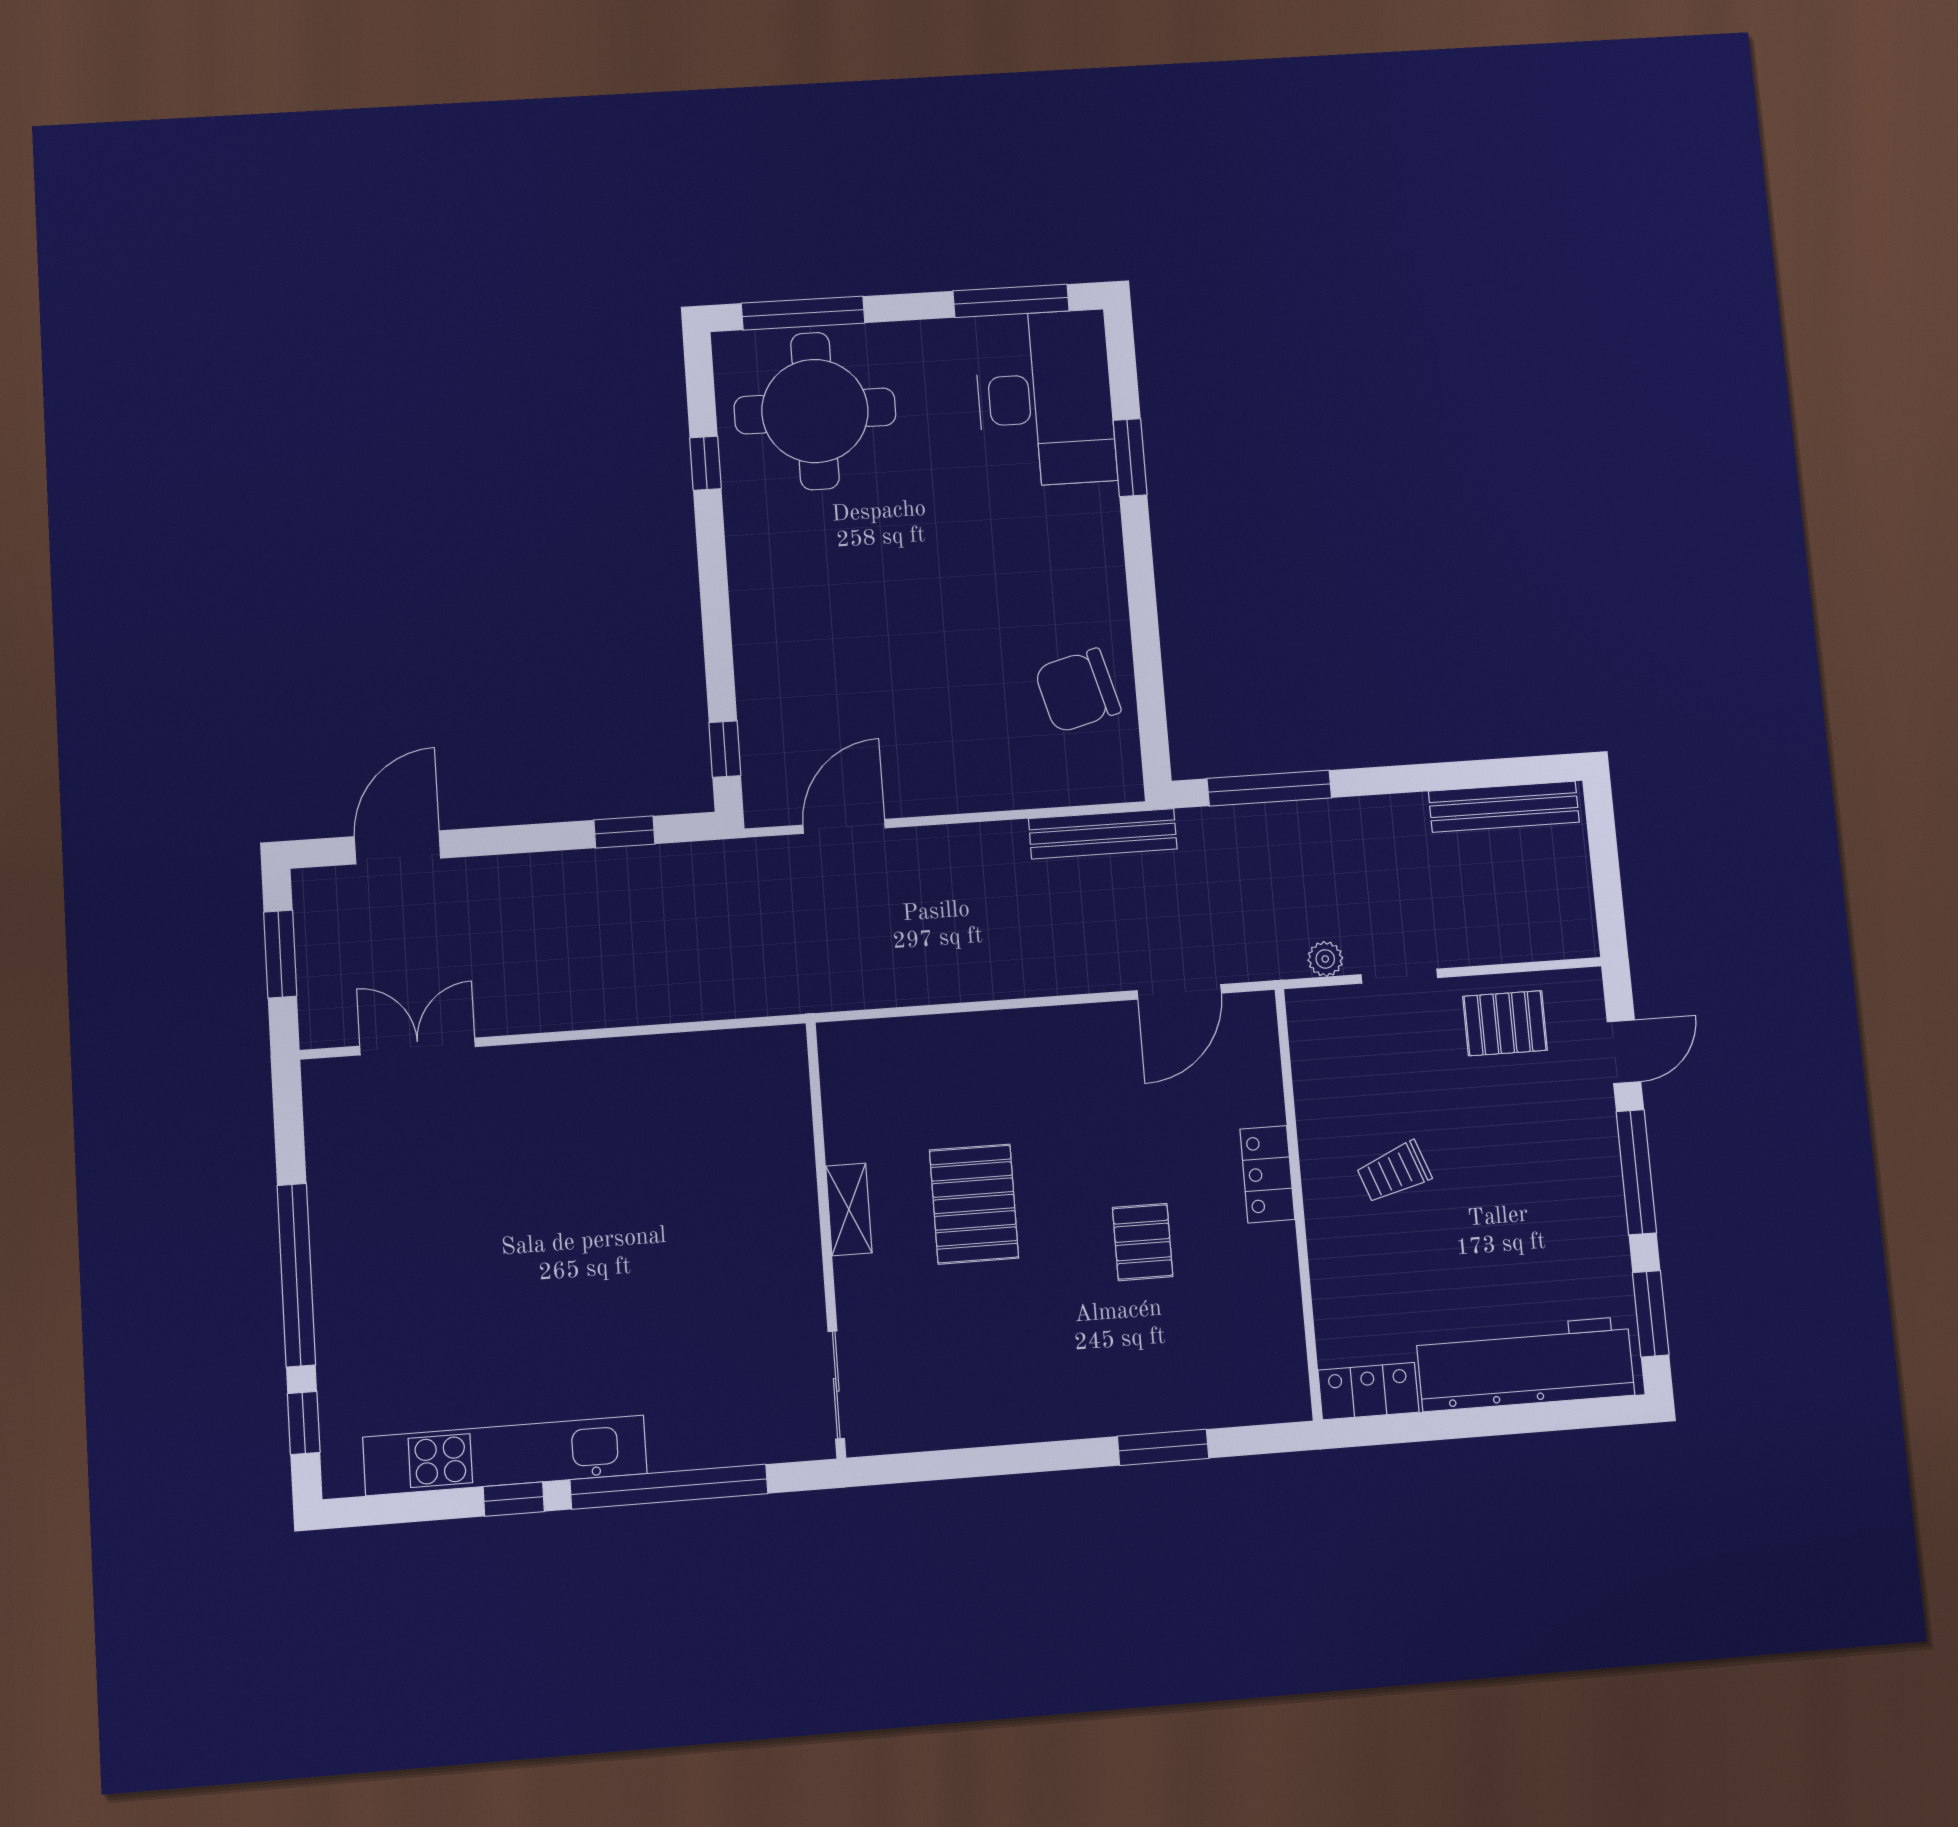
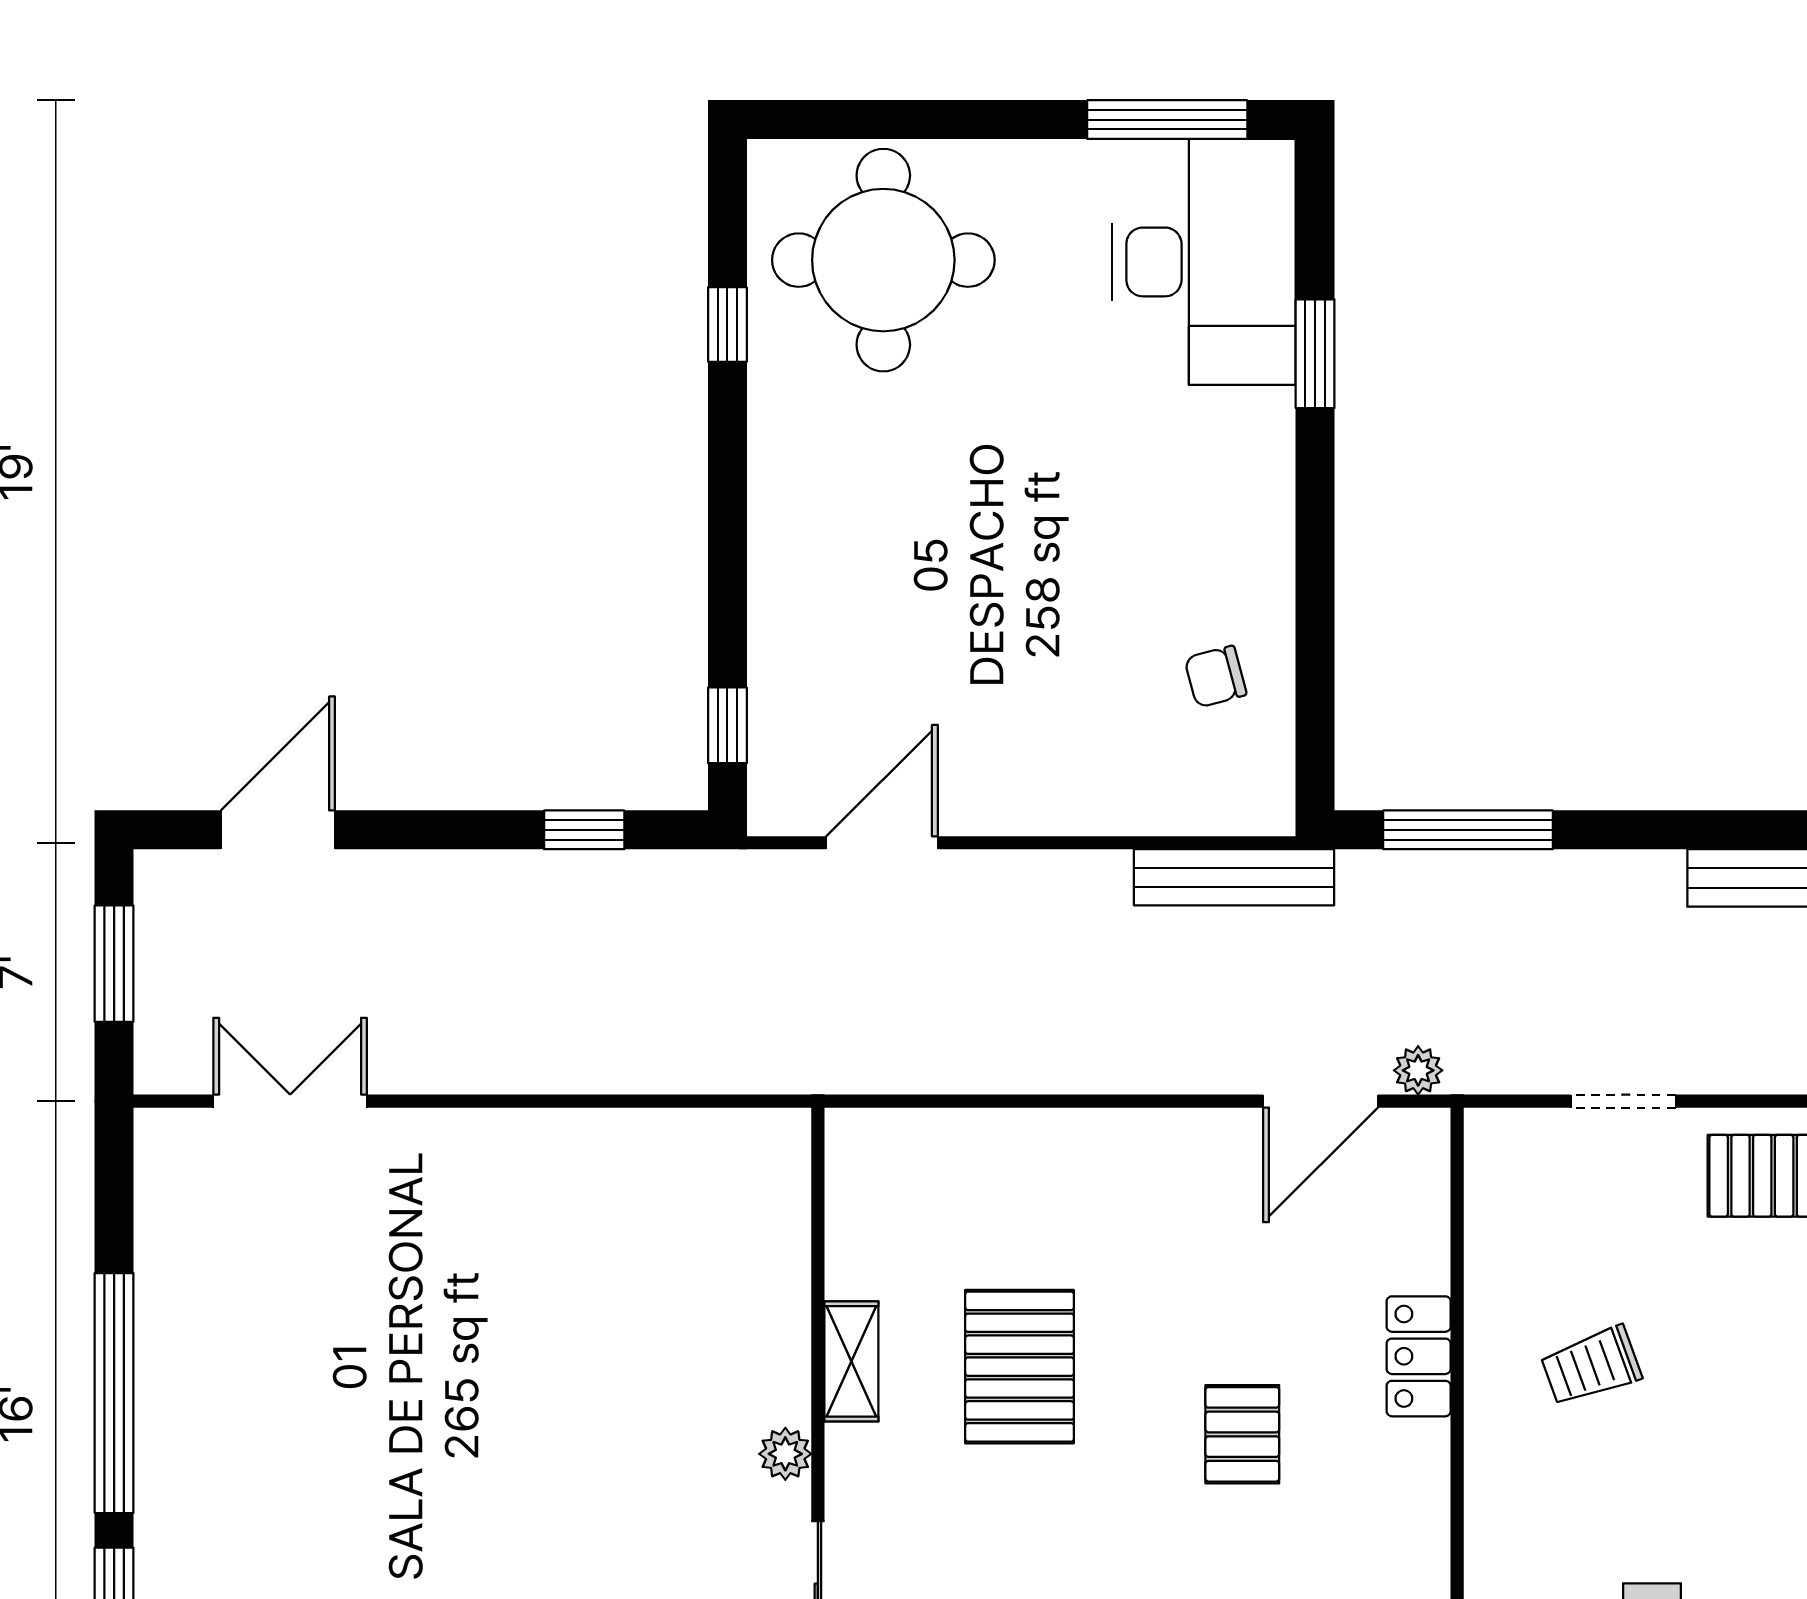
window: (803, 313) -> (877, 120), removed
chair: (1078, 691) -> (1215, 677), width x0.54, depth x0.54
plant: (1325, 959) -> (1418, 1070), moved
plant: (804, 1282) -> (785, 1454), added

